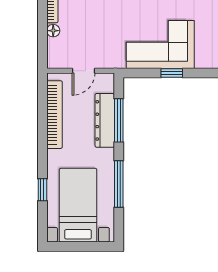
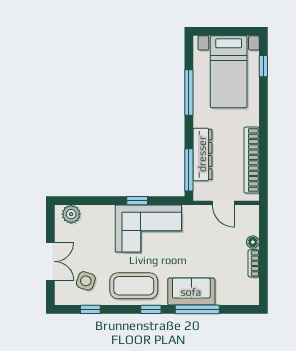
door: (83, 71) -> (223, 203), swing flipped
window: (119, 120) -> (189, 170), moved
window: (42, 190) -> (263, 66), moved

